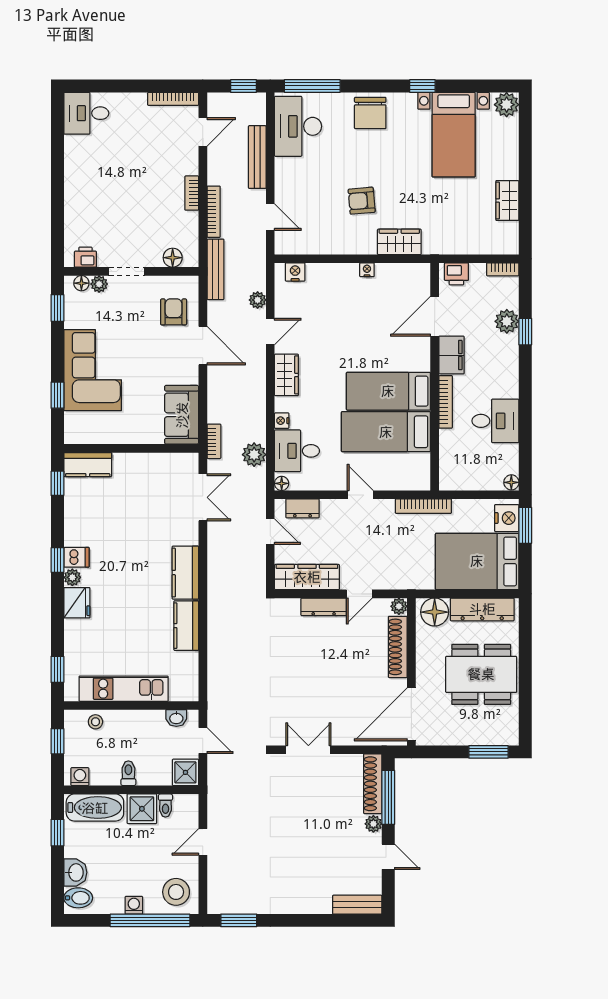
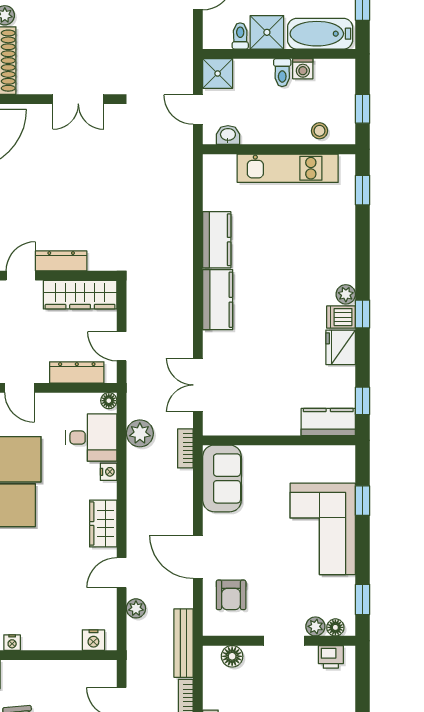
dresser: (302, 508) -> (77, 372), width x1.44
fridge: (77, 603) -> (341, 347), moved
washing machine: (80, 777) -> (303, 69), moved

